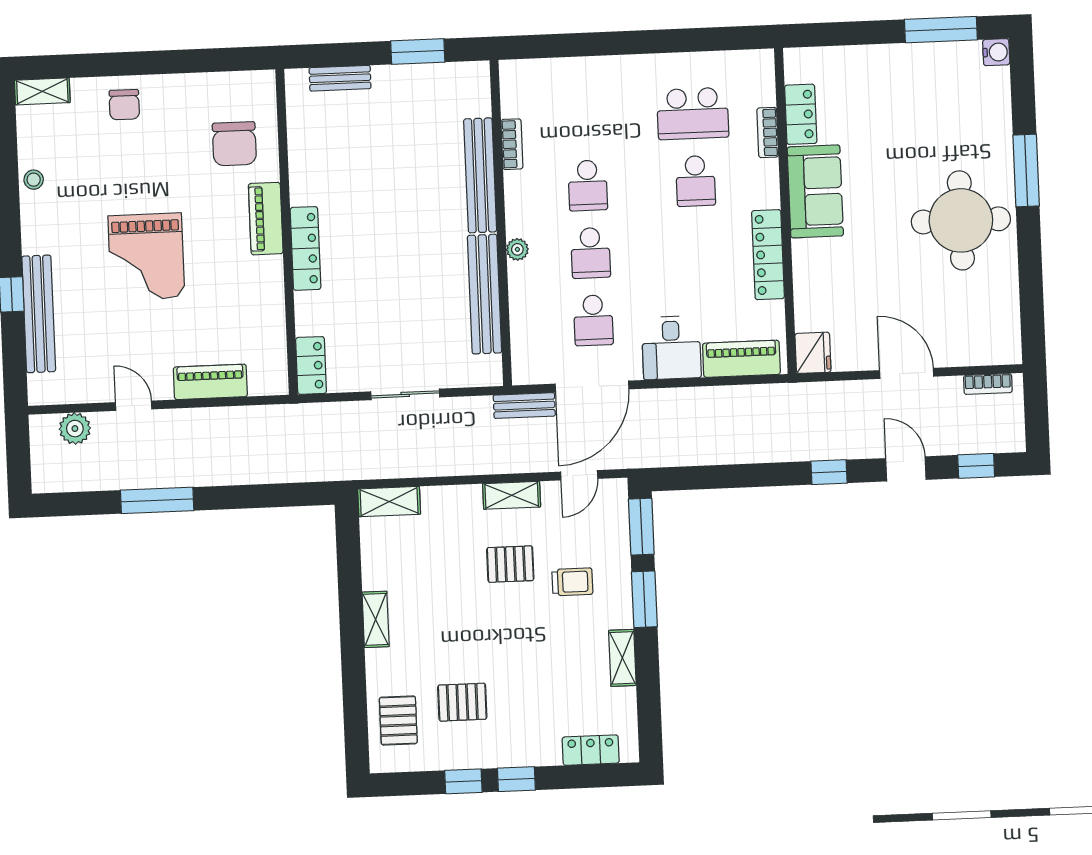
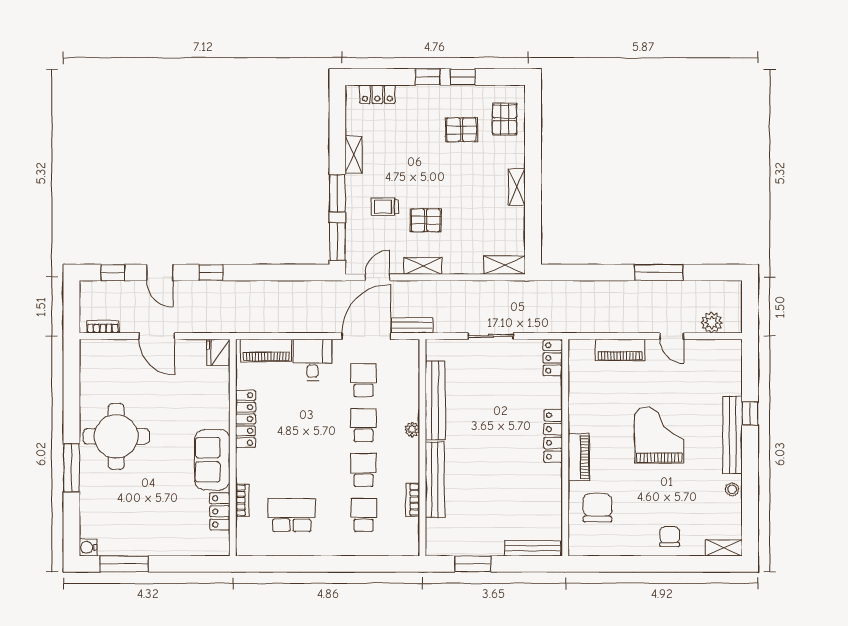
bench: (340, 78) -> (533, 548), width x1.36
school desk: (696, 181) -> (364, 515), moved
bench: (39, 314) -> (733, 435), moved

